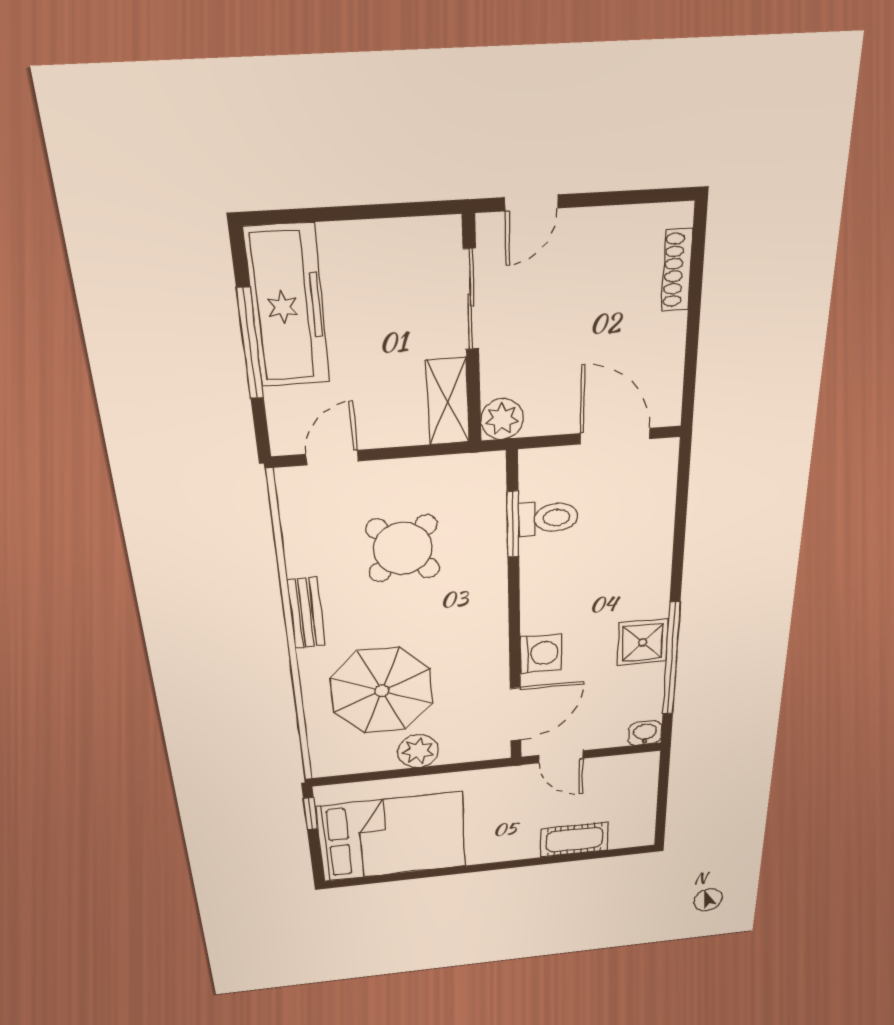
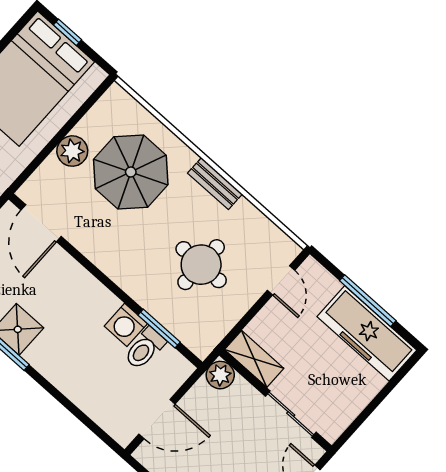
round table: (403, 549) -> (201, 265), turned 45
washing machine: (541, 653) -> (126, 325), moved
window: (310, 814) -> (67, 32), moved

